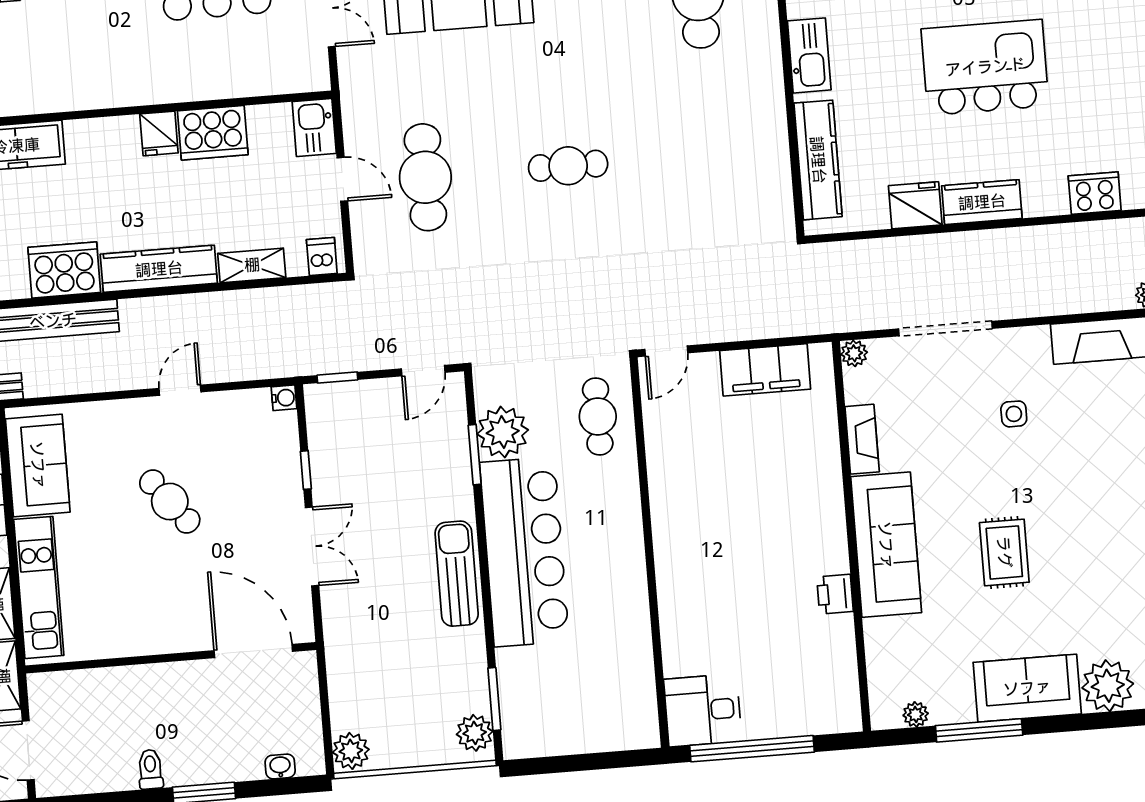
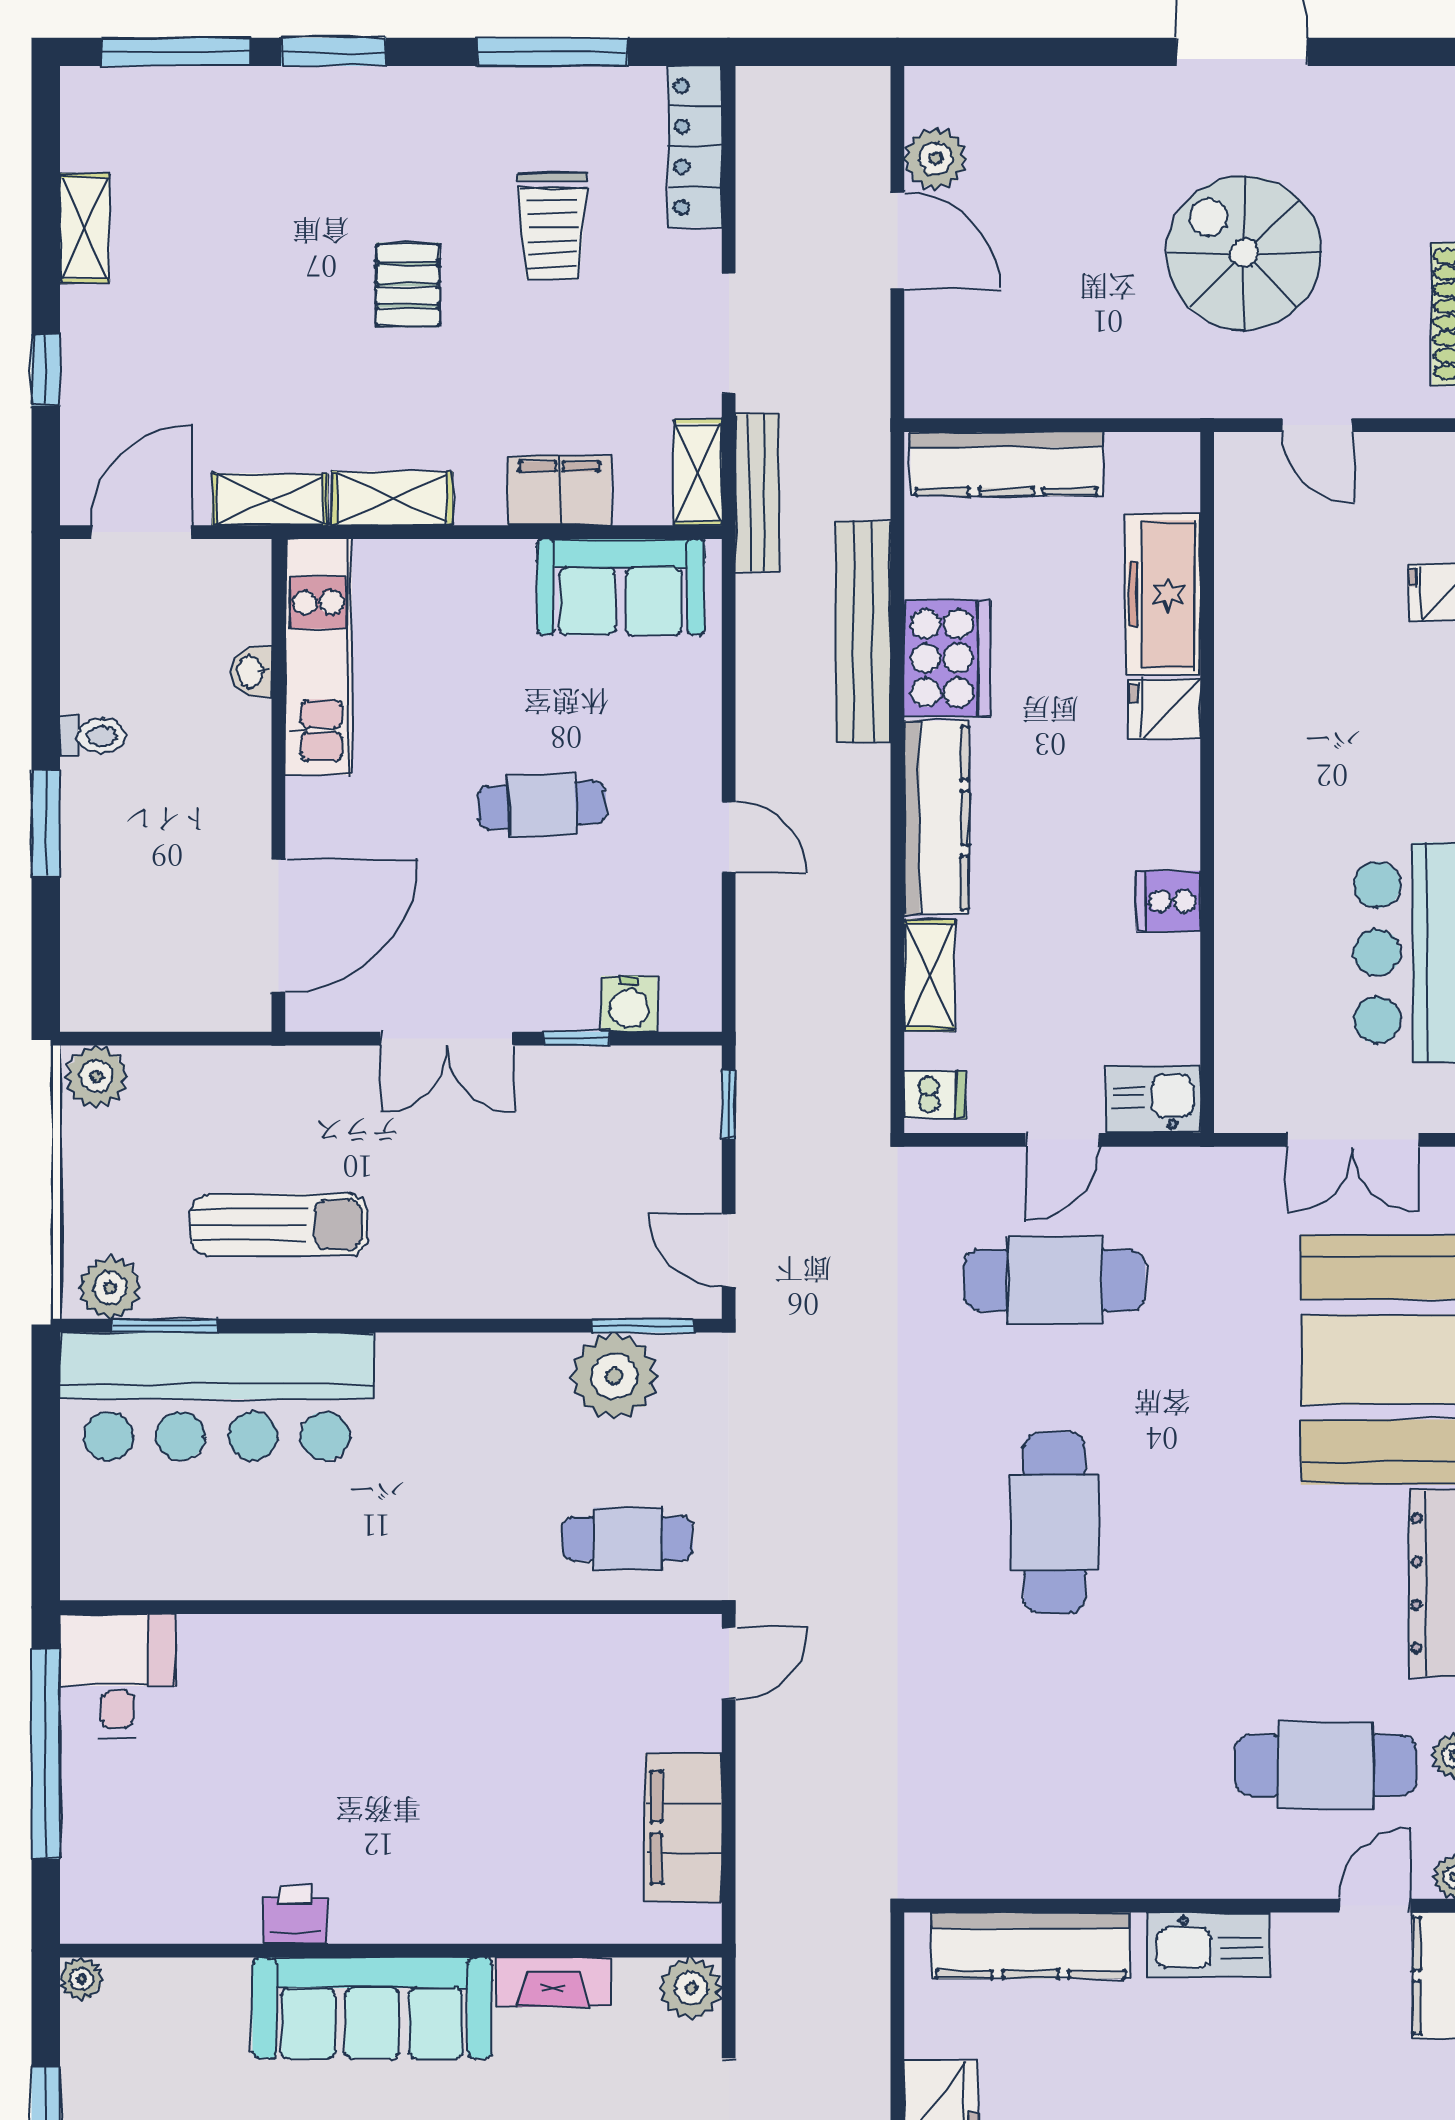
fridge: (159, 133) -> (1165, 709), moved
cooker: (213, 133) -> (1168, 901), width x0.53, depth x0.76
cafe table: (568, 166) -> (1055, 1523), width x1.37, depth x1.35
door: (666, 351) -> (729, 1663), swing flipped
plant: (854, 353) -> (691, 1988), width x1.38, depth x1.38
water cooler: (284, 398) -> (629, 1004), moved, width x1.38, depth x1.38
window: (475, 455) -> (643, 1326), moved
cafe table: (170, 502) -> (542, 805), turned 35
bar counter: (524, 552) -> (217, 1396), moved
sun lounger: (457, 574) -> (279, 1225), moved
kitchen unit: (39, 587) -> (318, 657), moved, turned -90
plant: (916, 714) -> (81, 1979), moved
washbasin: (280, 766) -> (252, 672), moved, turned 180

